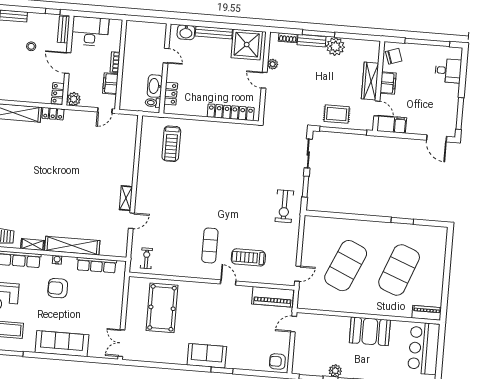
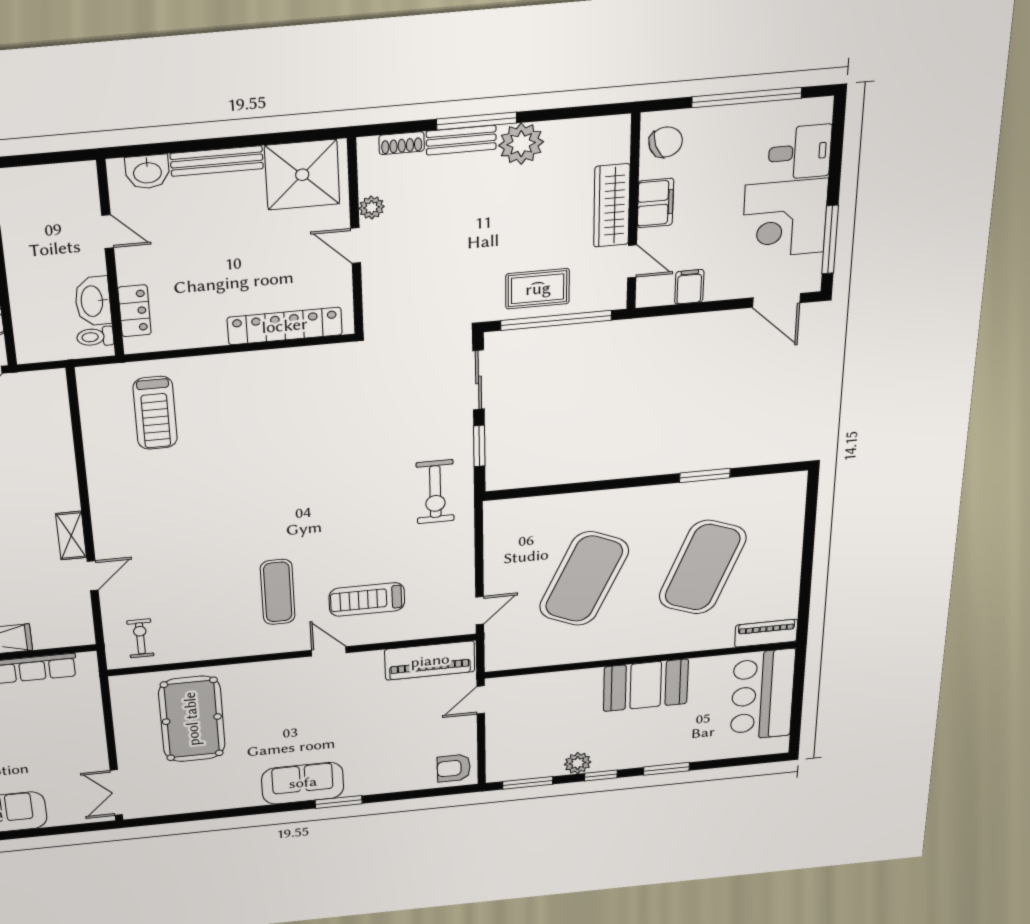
corner desk: (441, 100) -> (785, 219), added

